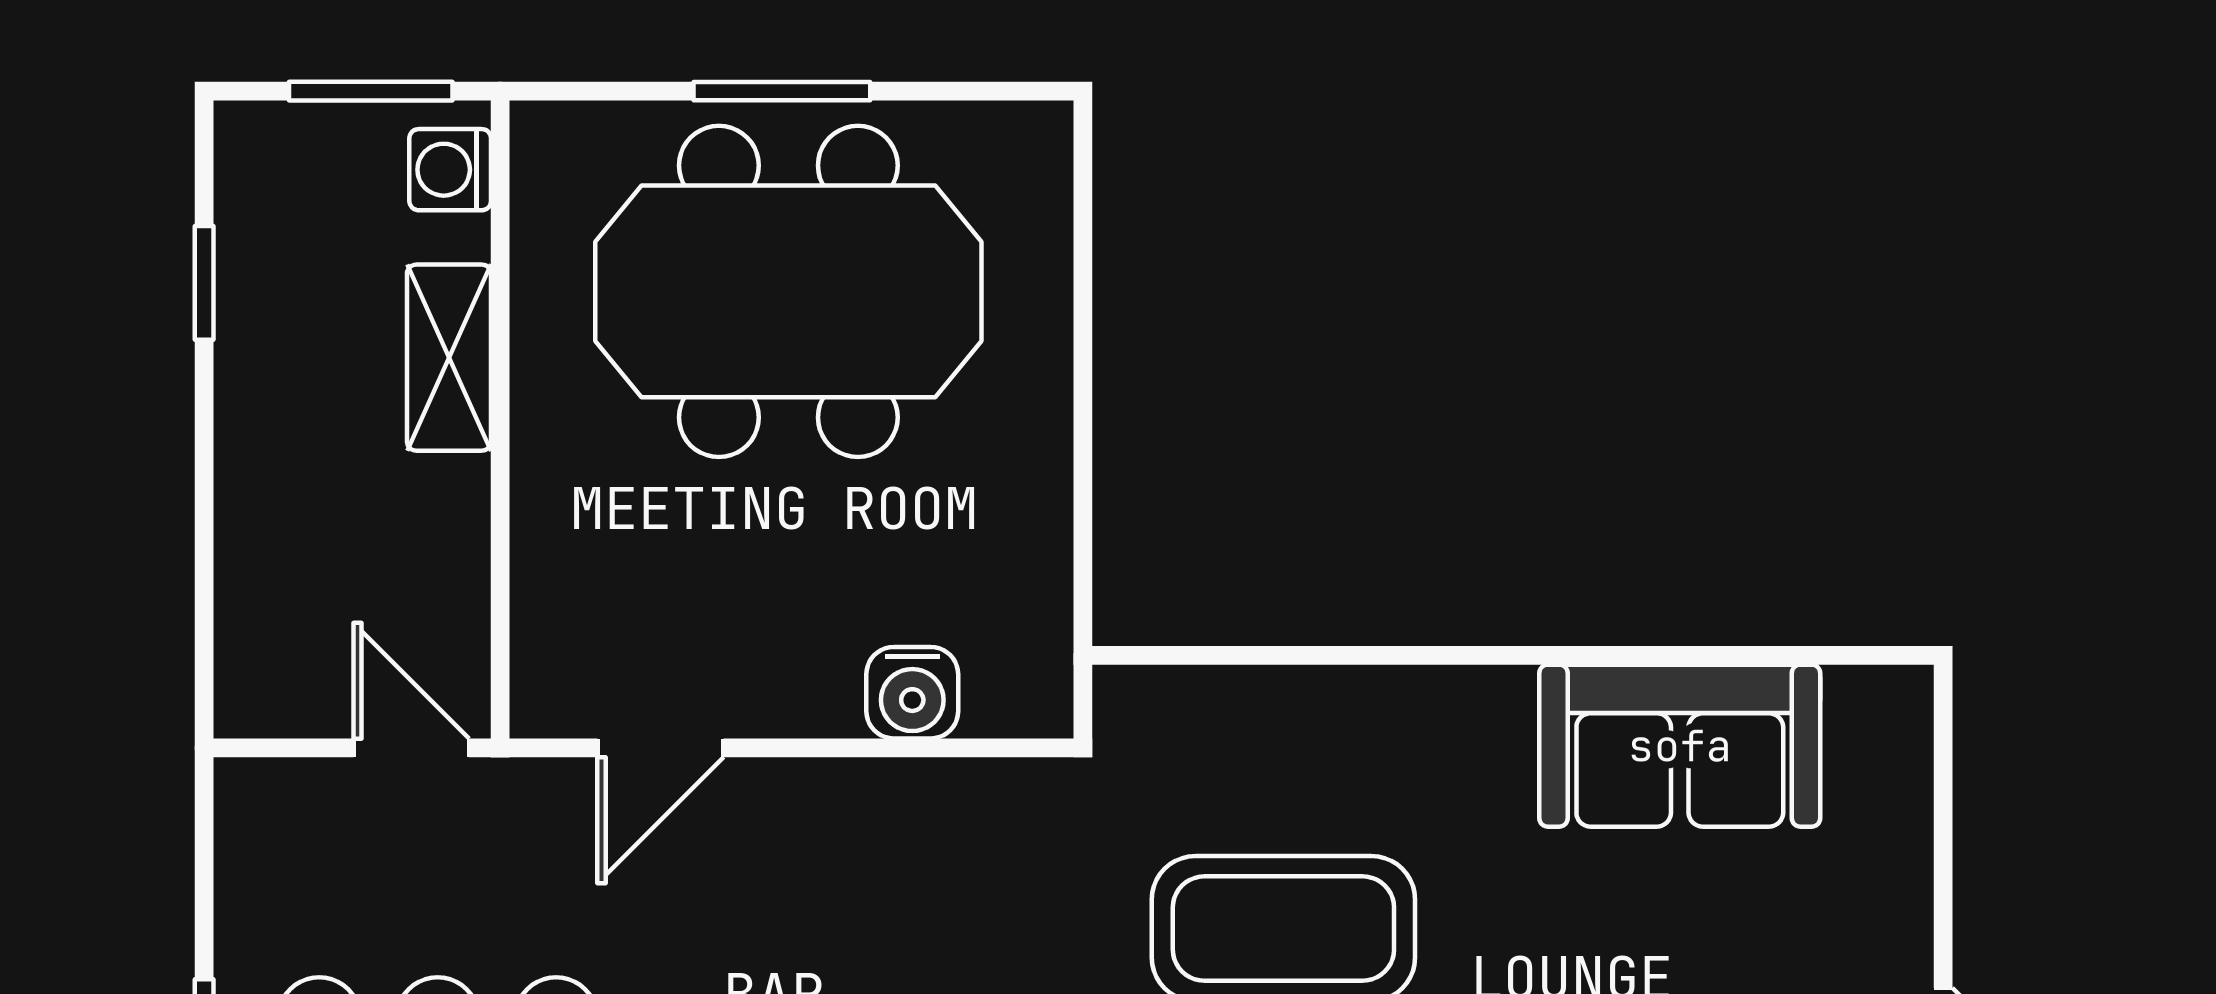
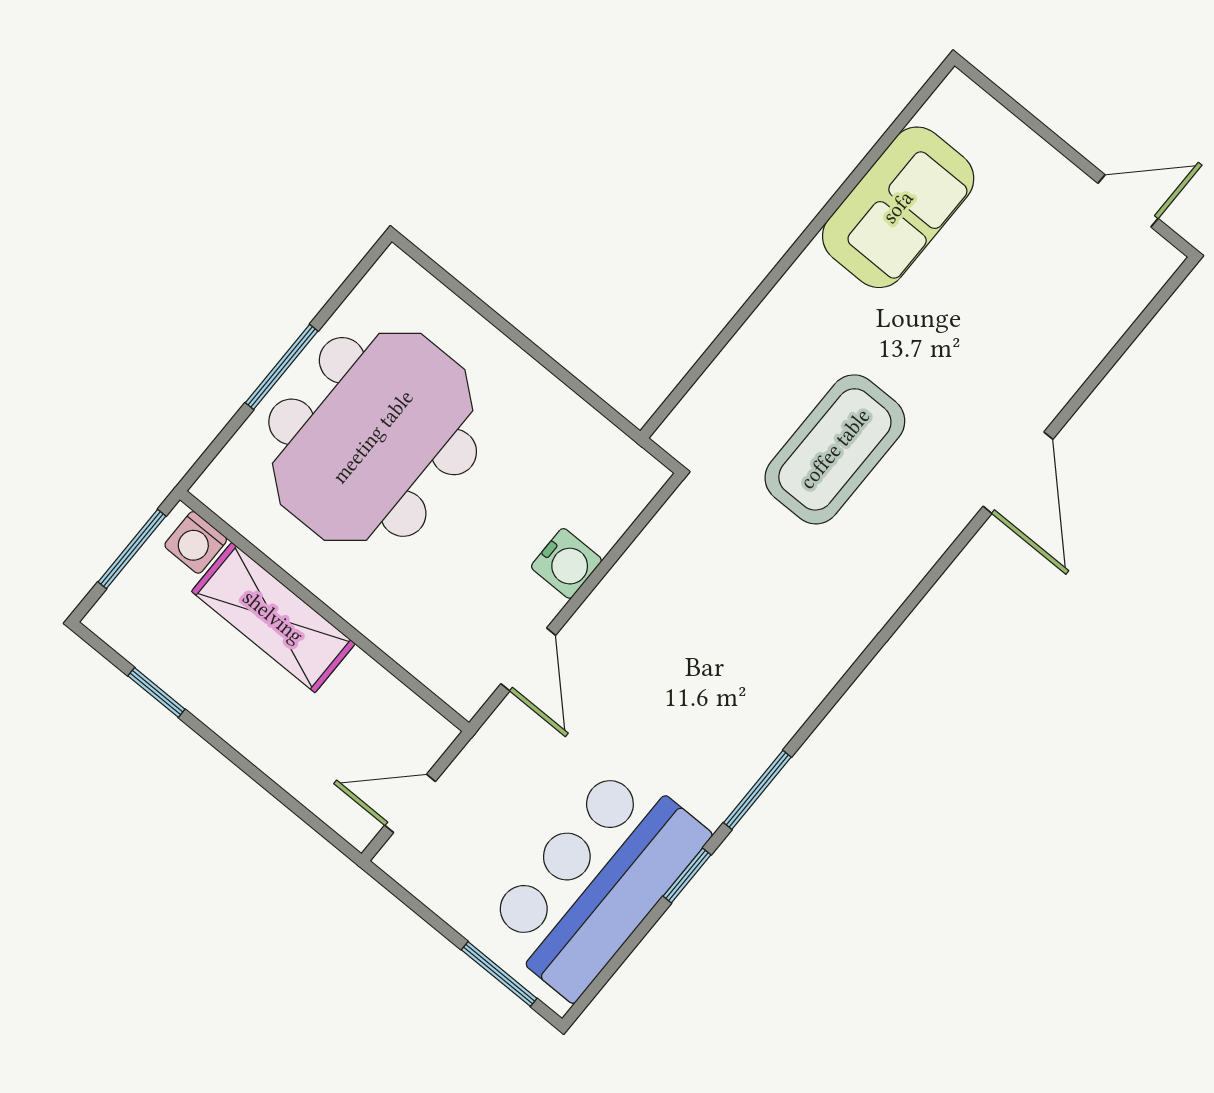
shelving: (449, 358) -> (273, 617), width x1.50, depth x1.33
water cooler: (912, 693) -> (566, 563), moved
door: (411, 748) -> (410, 803), moved

